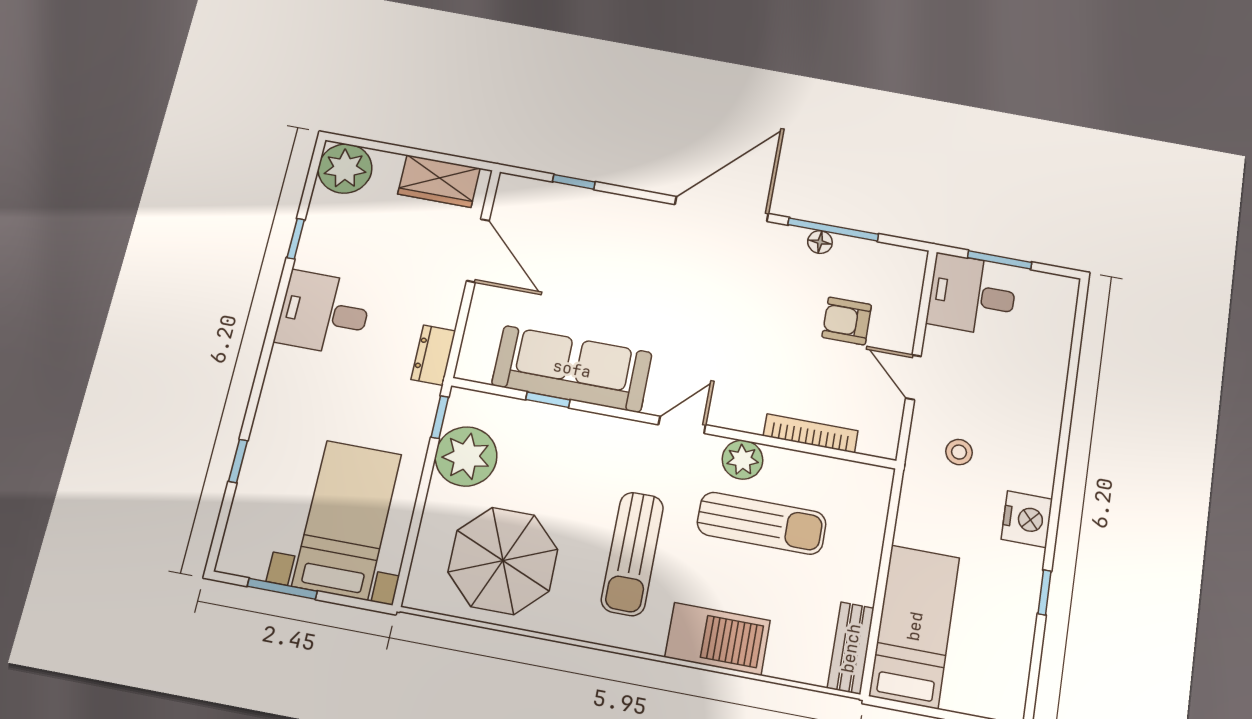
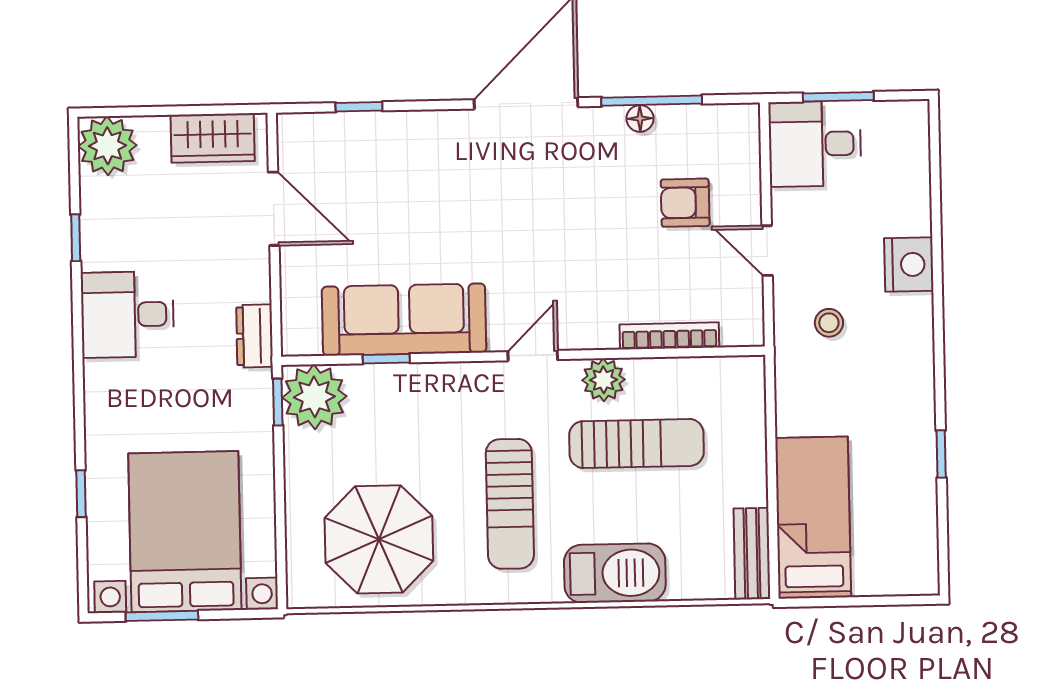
plant: (466, 456) -> (314, 397), moved
nightstand: (1027, 519) -> (909, 265), moved
bed with nightstands: (347, 520) -> (185, 532), width x1.36

